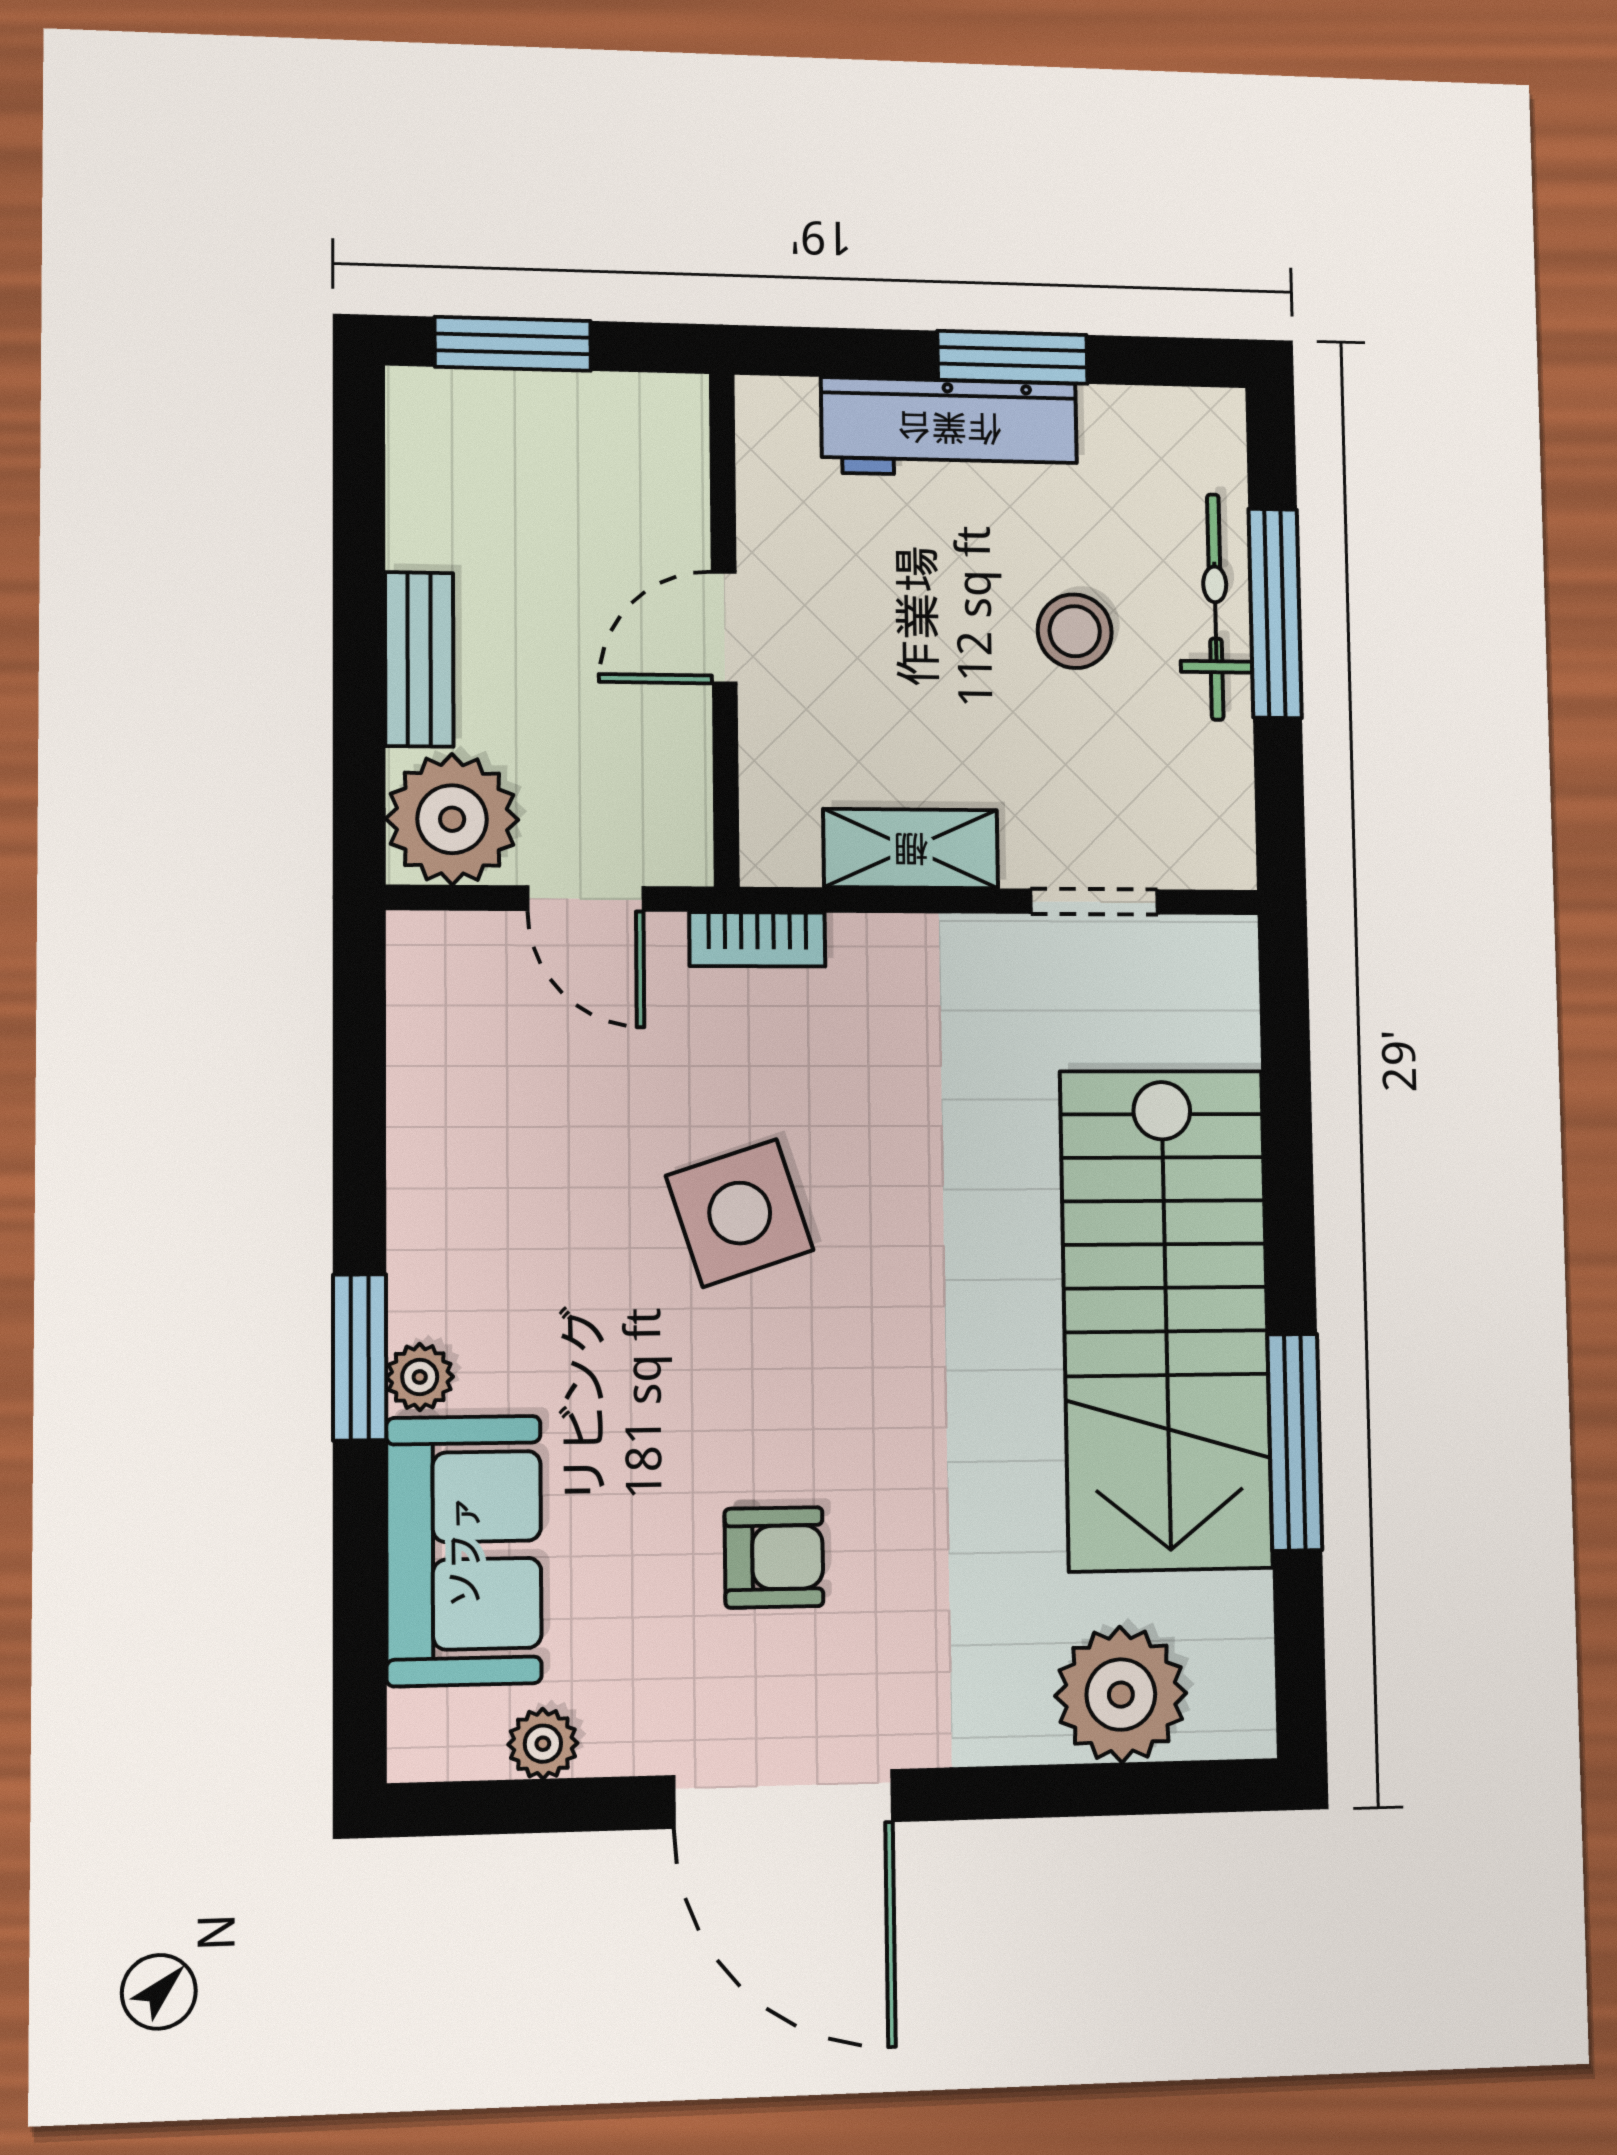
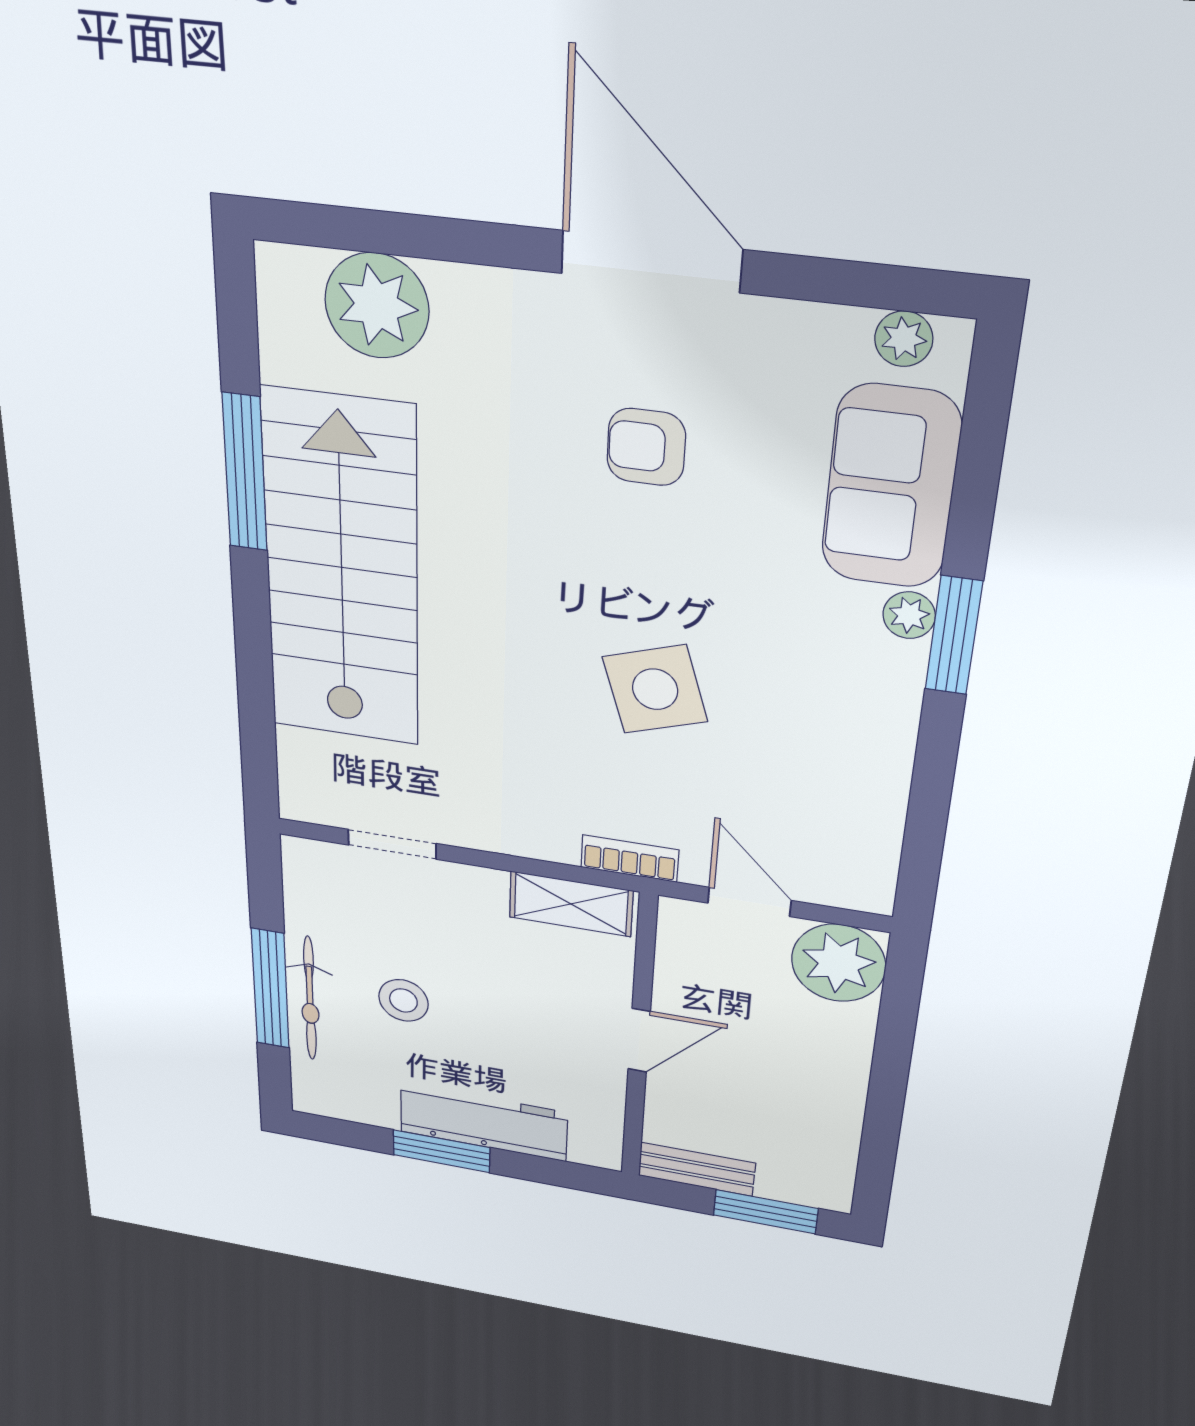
bench: (419, 659) -> (697, 1169), moved, turned 90
shelving: (911, 849) -> (571, 904), moved
plant: (543, 1744) -> (904, 339), moved

